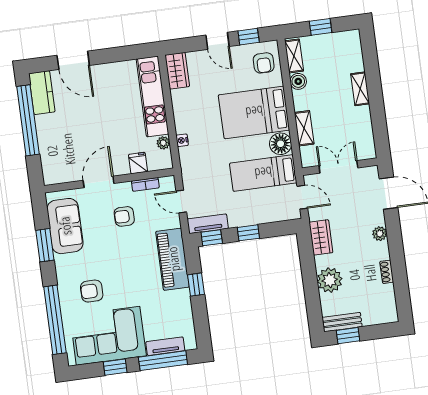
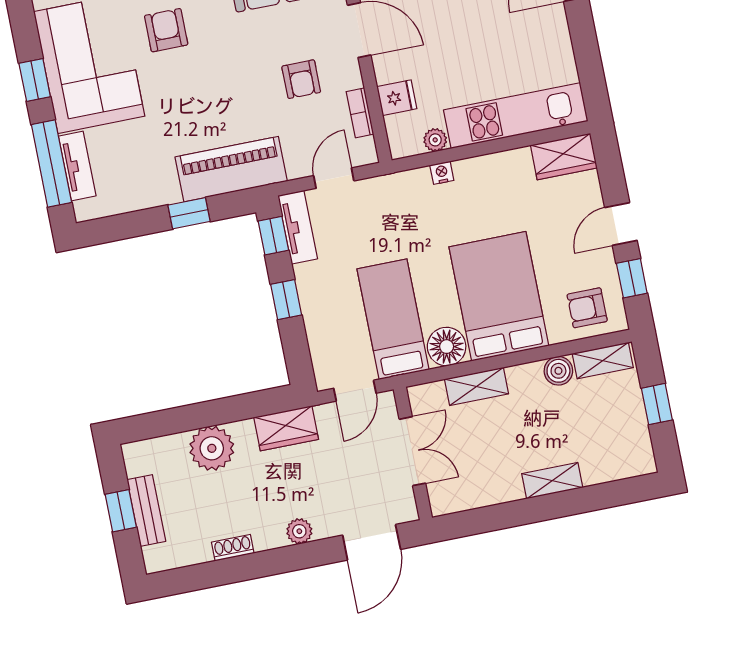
armchair: (124, 216) -> (301, 79), turned 180
bench: (342, 322) -> (146, 510), moved
window: (348, 336) -> (121, 511), moved

